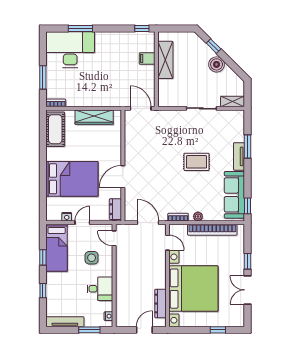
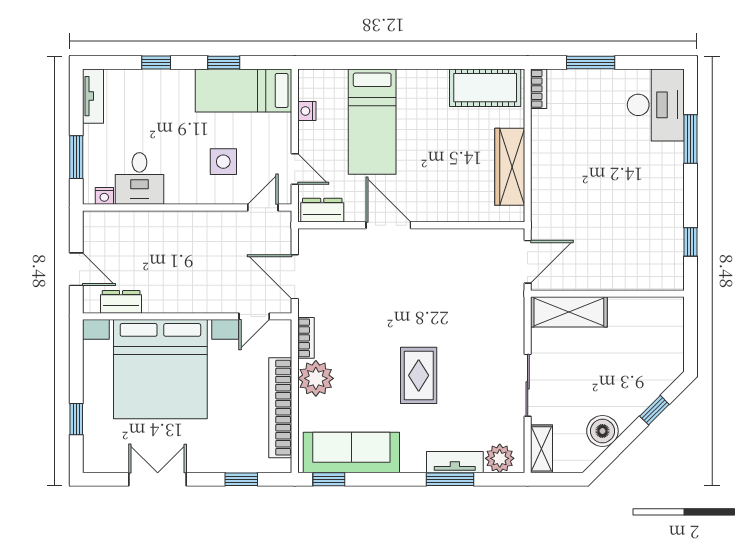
window: (142, 28) -> (691, 242), moved
desk: (70, 50) -> (656, 105), width x0.73, depth x0.77
filing cabinet: (147, 59) -> (629, 275), removed
shelving: (165, 60) -> (569, 312), moved
boiler: (217, 64) -> (602, 431), moved
plant: (237, 122) -> (500, 458), added
tv unit: (239, 156) -> (455, 462), moved
bed: (72, 179) -> (372, 122), width x0.67
plant: (198, 216) -> (316, 378), width x1.87, depth x1.87
door: (82, 223) -> (295, 169), moved
door: (148, 223) -> (295, 277), swing flipped
window: (247, 261) -> (241, 479), moved
desk: (100, 289) -> (139, 178), moved
dresser: (160, 304) -> (121, 302), width x0.70
tv unit: (65, 322) -> (93, 96), width x0.71

